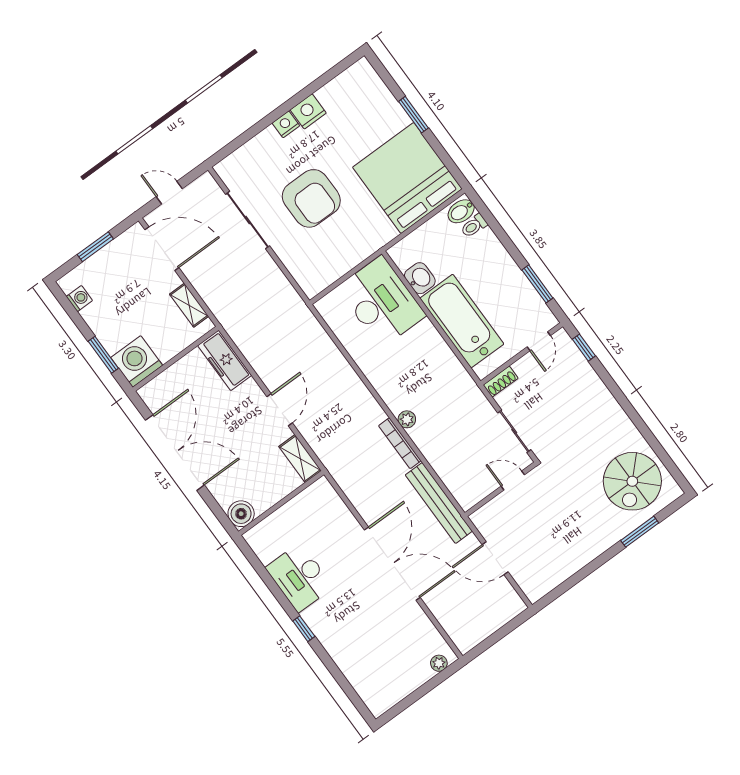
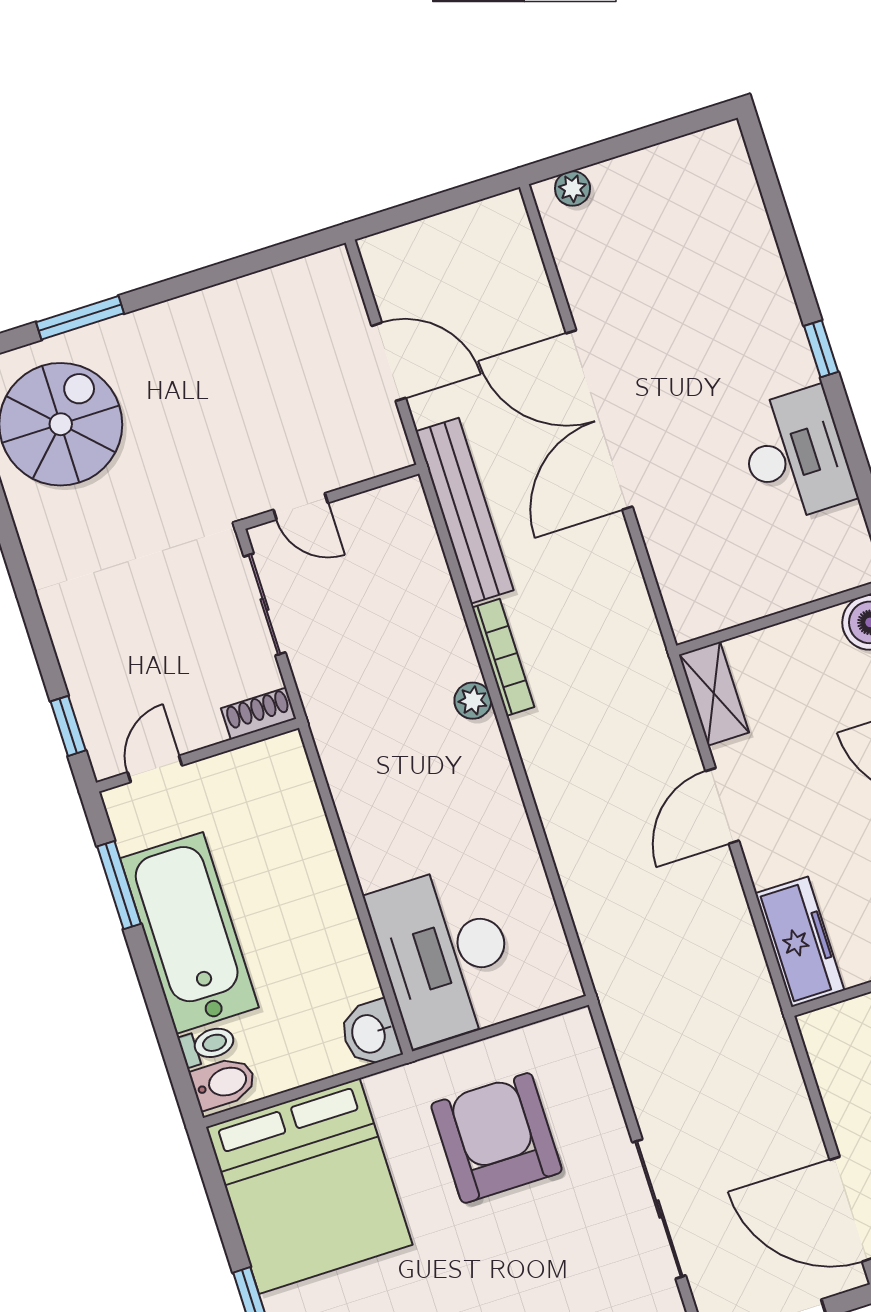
armchair: (311, 198) -> (496, 1138), moved
washbasin: (420, 278) -> (370, 1033), moved
shelving: (189, 305) -> (834, 1077), removed
bathtub: (462, 321) -> (189, 933), moved, turned 180

